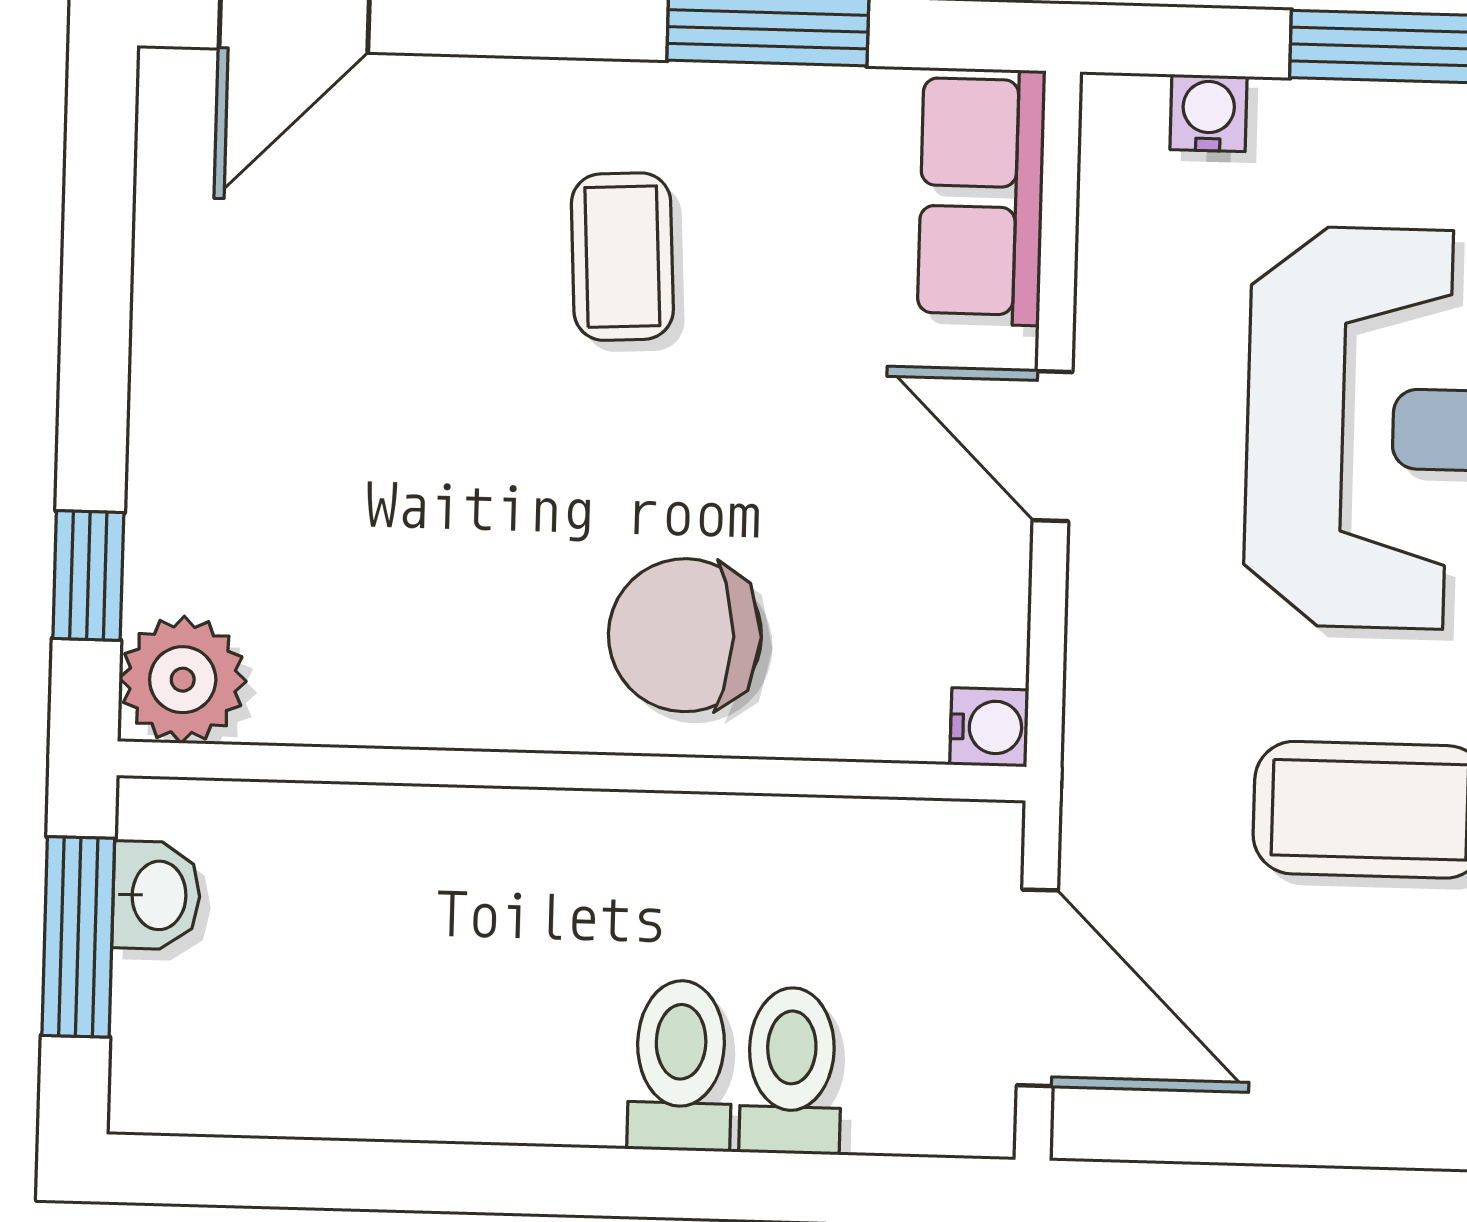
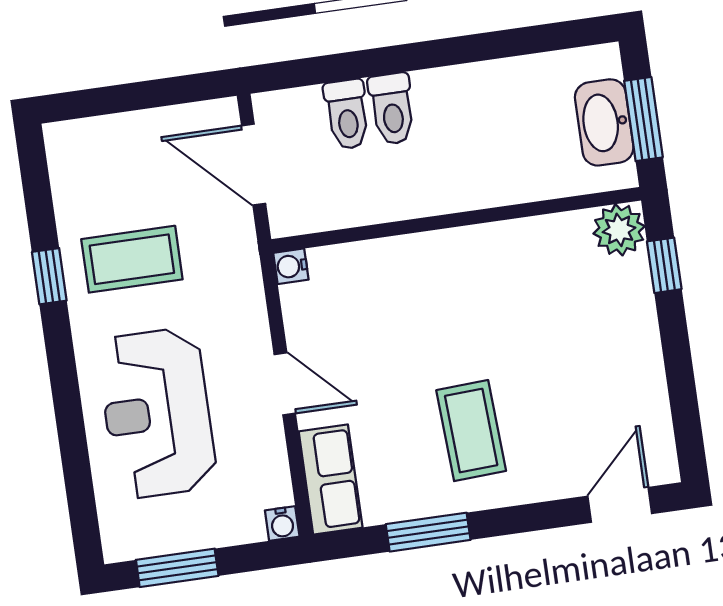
water cooler: (1209, 113) -> (282, 523), moved
coffee table: (622, 257) -> (471, 431), width x1.36, depth x1.30
chair: (685, 635) -> (420, 282), removed
washbasin: (156, 895) -> (604, 122), width x1.91, depth x1.45

